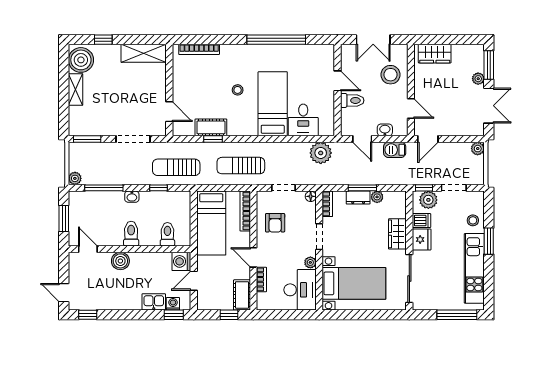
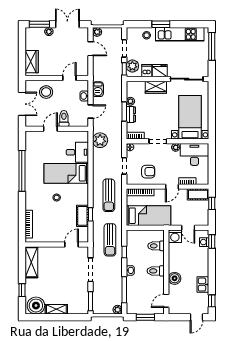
door: (428, 139) -> (90, 49), moved
kitchen sink: (154, 302) -> (203, 285), moved

